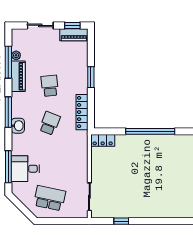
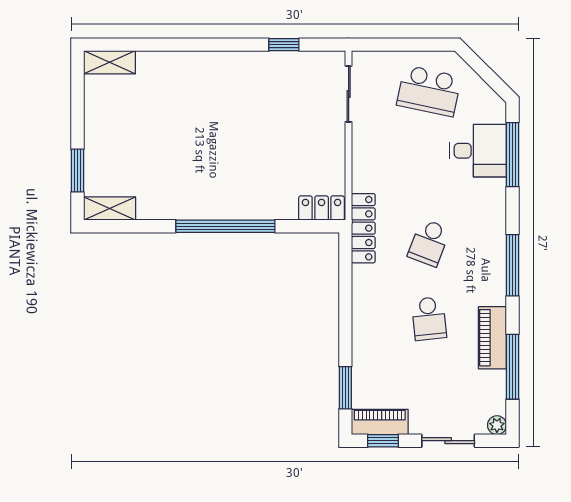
plant: (16, 55) -> (497, 425), moved
window: (91, 77) -> (345, 388), moved
locker: (82, 112) -> (363, 228), moved
washbasin: (18, 126) -> (493, 238), removed

